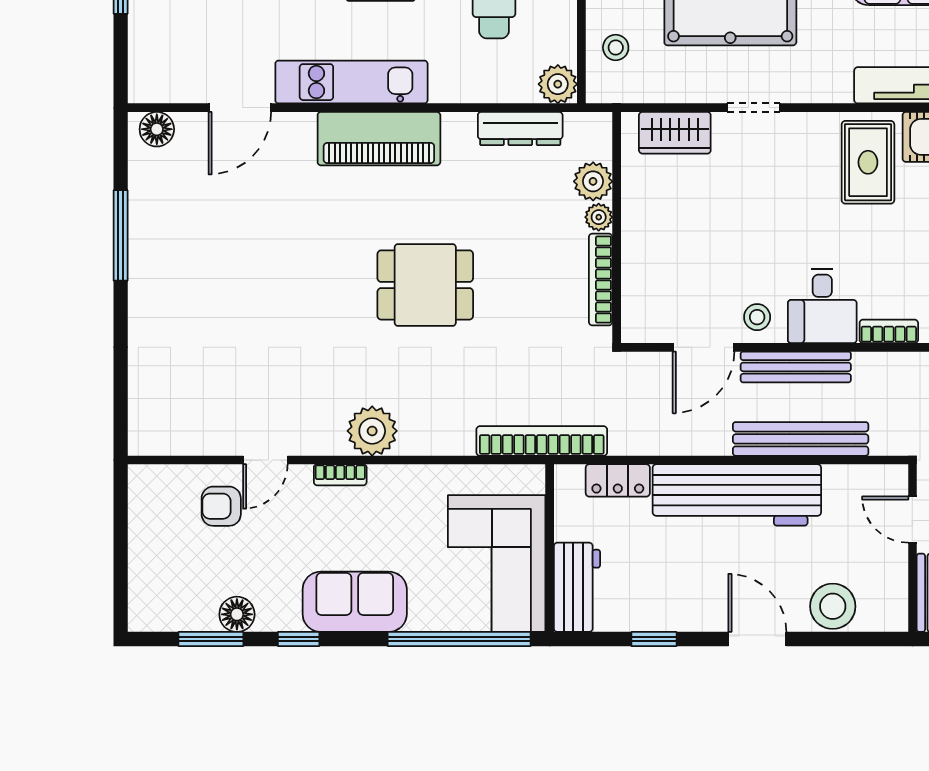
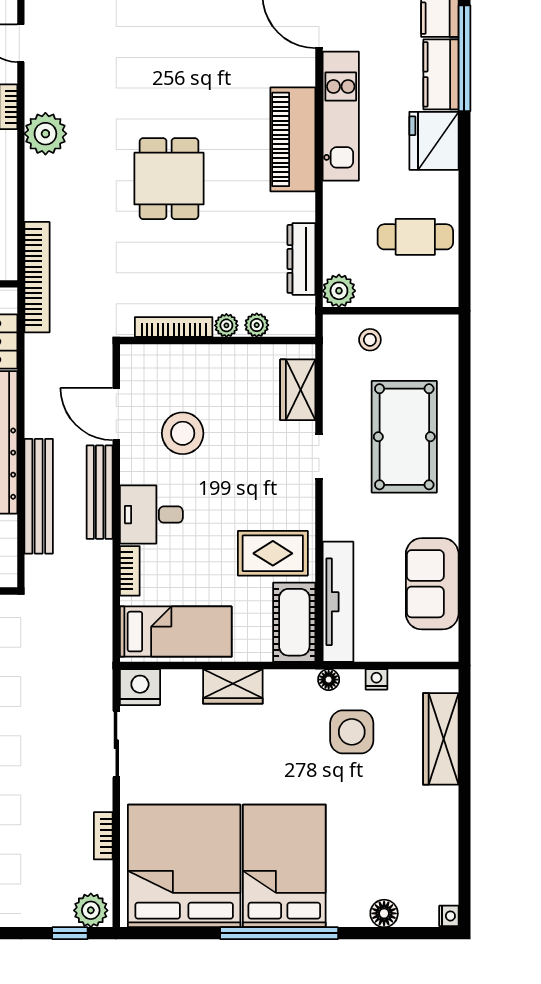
plant: (593, 181) -> (257, 325), width x0.73, depth x0.73
stool: (757, 317) -> (183, 433), moved, width x1.89, depth x1.89

